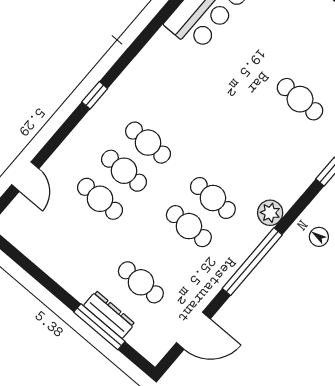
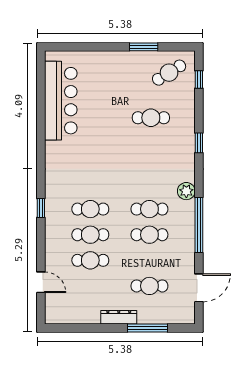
dresser: (109, 315) -> (119, 317), moved

